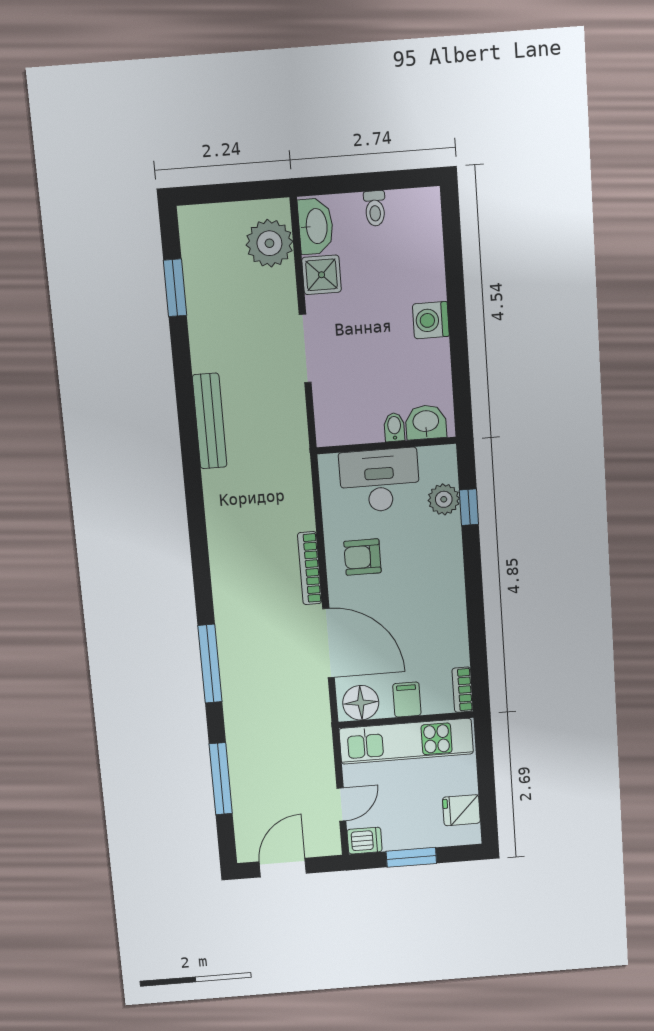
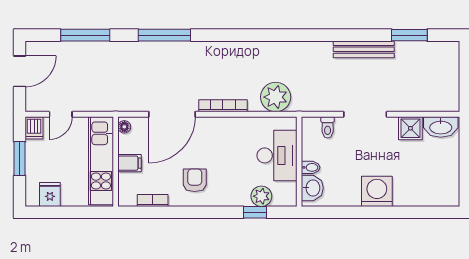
toilet: (375, 208) -> (328, 127), moved, turned -90
plant: (269, 243) -> (276, 97), moved
washing machine: (431, 320) -> (377, 191), width x1.37, depth x1.37
bench: (210, 421) -> (364, 49), moved
armchair: (362, 557) -> (195, 180), moved
bookcase: (463, 690) -> (153, 200), moved
floor lamp: (361, 703) -> (124, 127), width x0.53, depth x0.53
door: (341, 804) -> (61, 114), hinge flipped
door: (283, 868) -> (20, 71), hinge flipped

